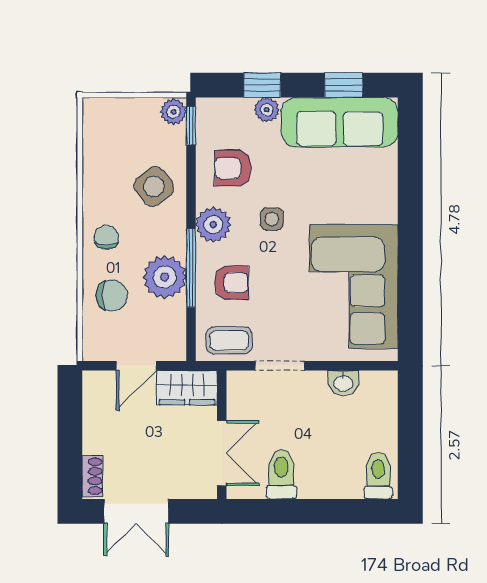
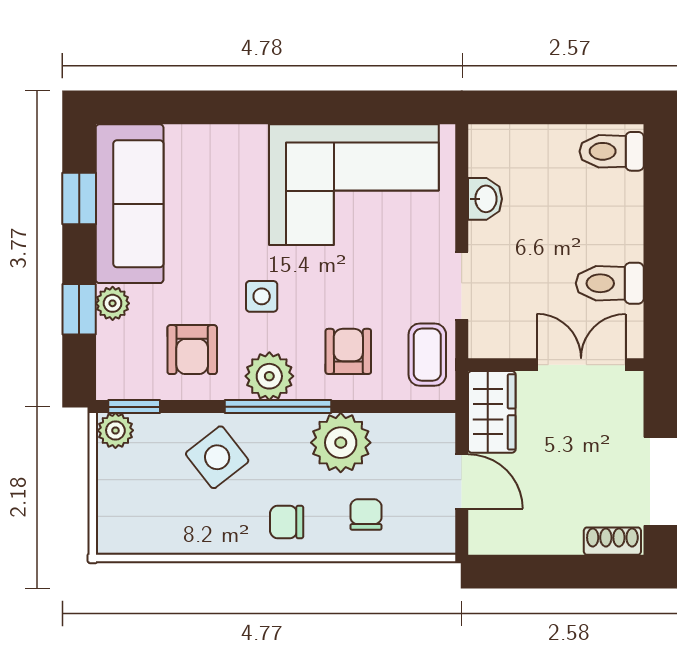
window: (191, 268) -> (278, 407), moved
chair: (112, 295) -> (366, 515), width x0.73, depth x0.73

